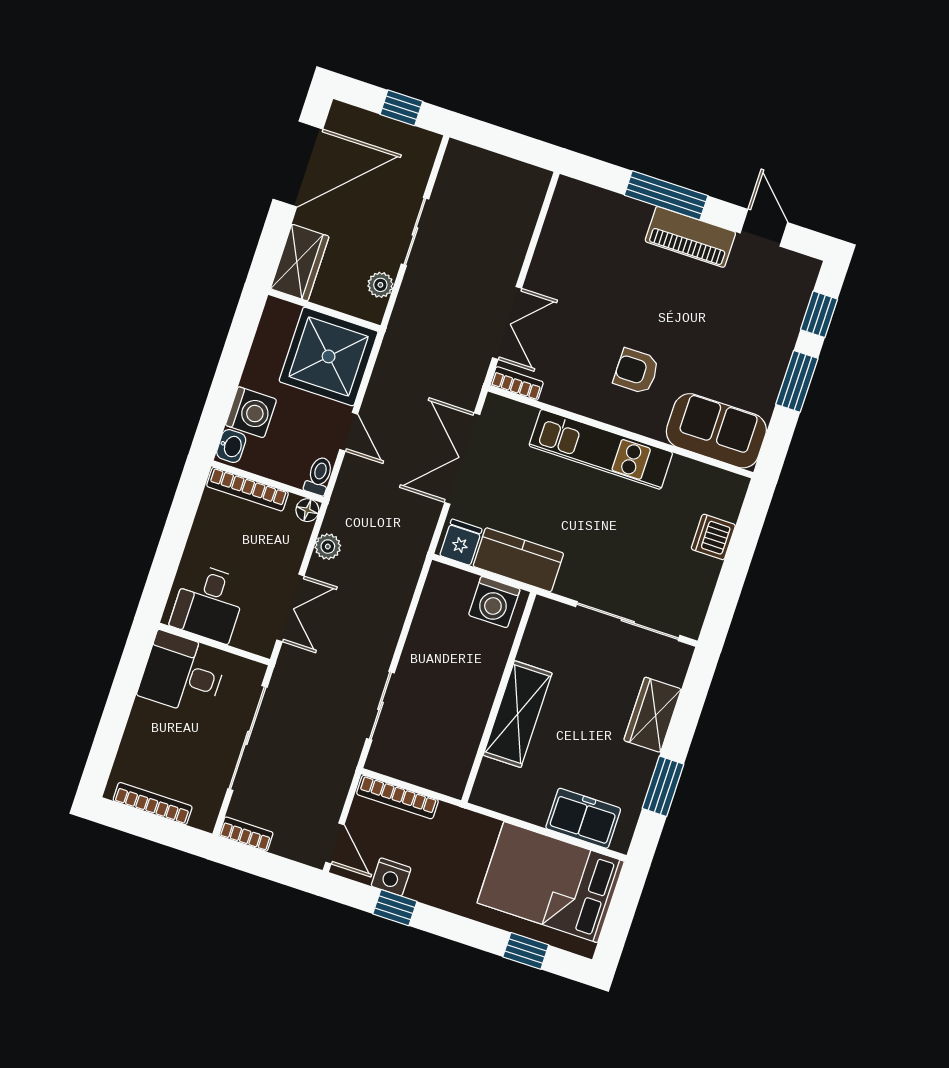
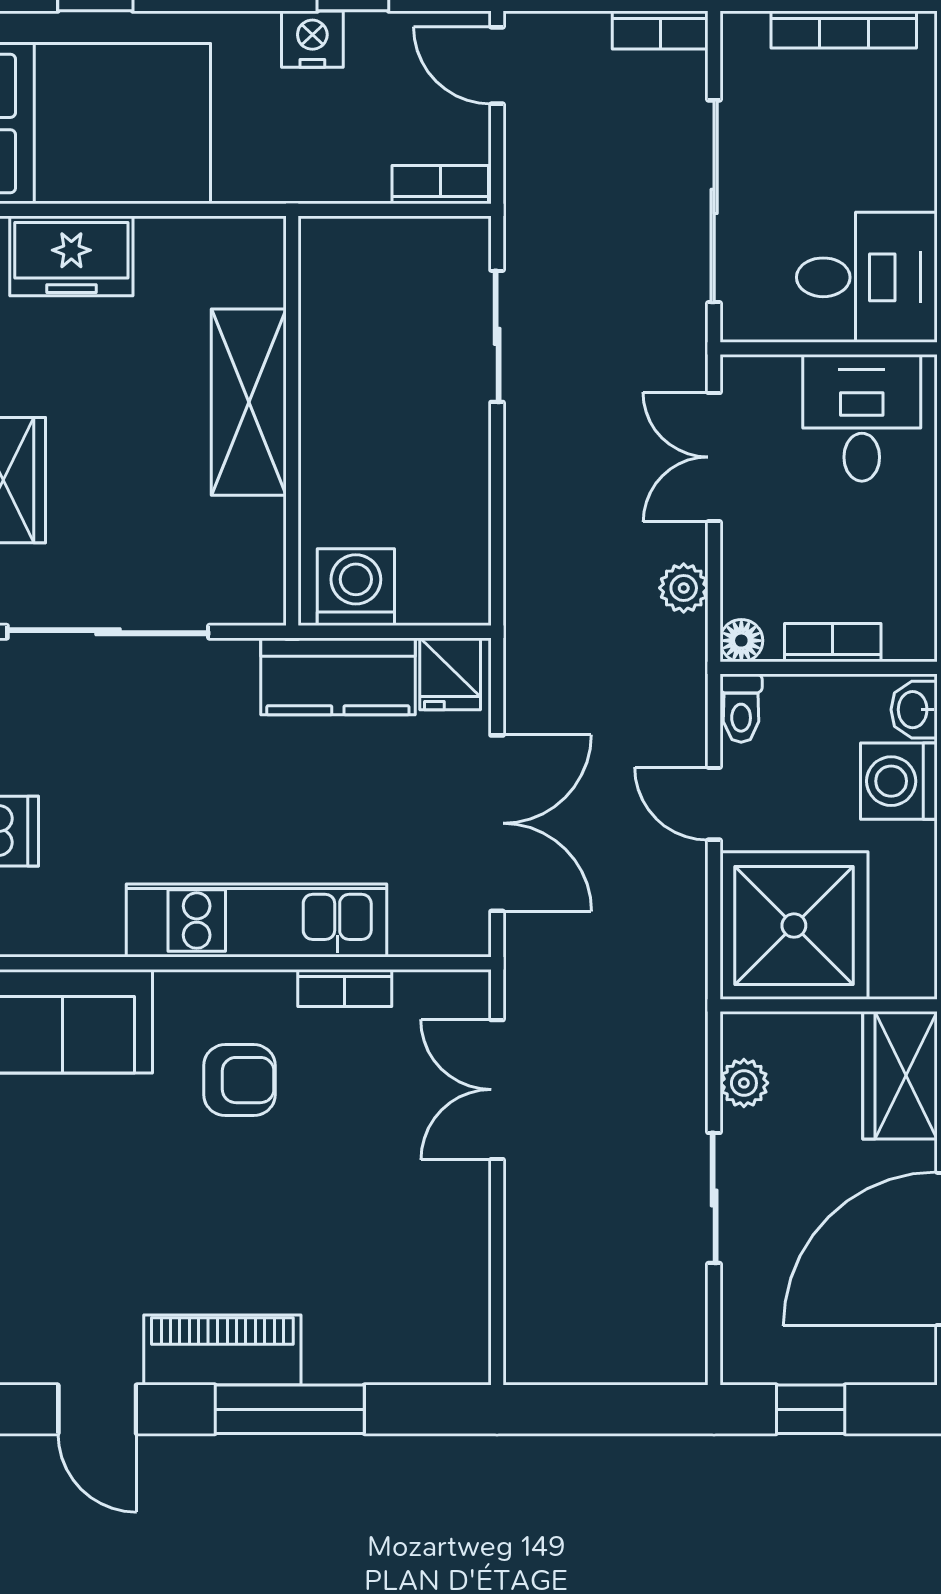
bookcase: (517, 384) -> (345, 988), moved
bookcase: (247, 489) -> (833, 643), width x0.64
bookcase: (397, 797) -> (440, 185), width x0.64
nightstand: (391, 877) -> (312, 39), moved

